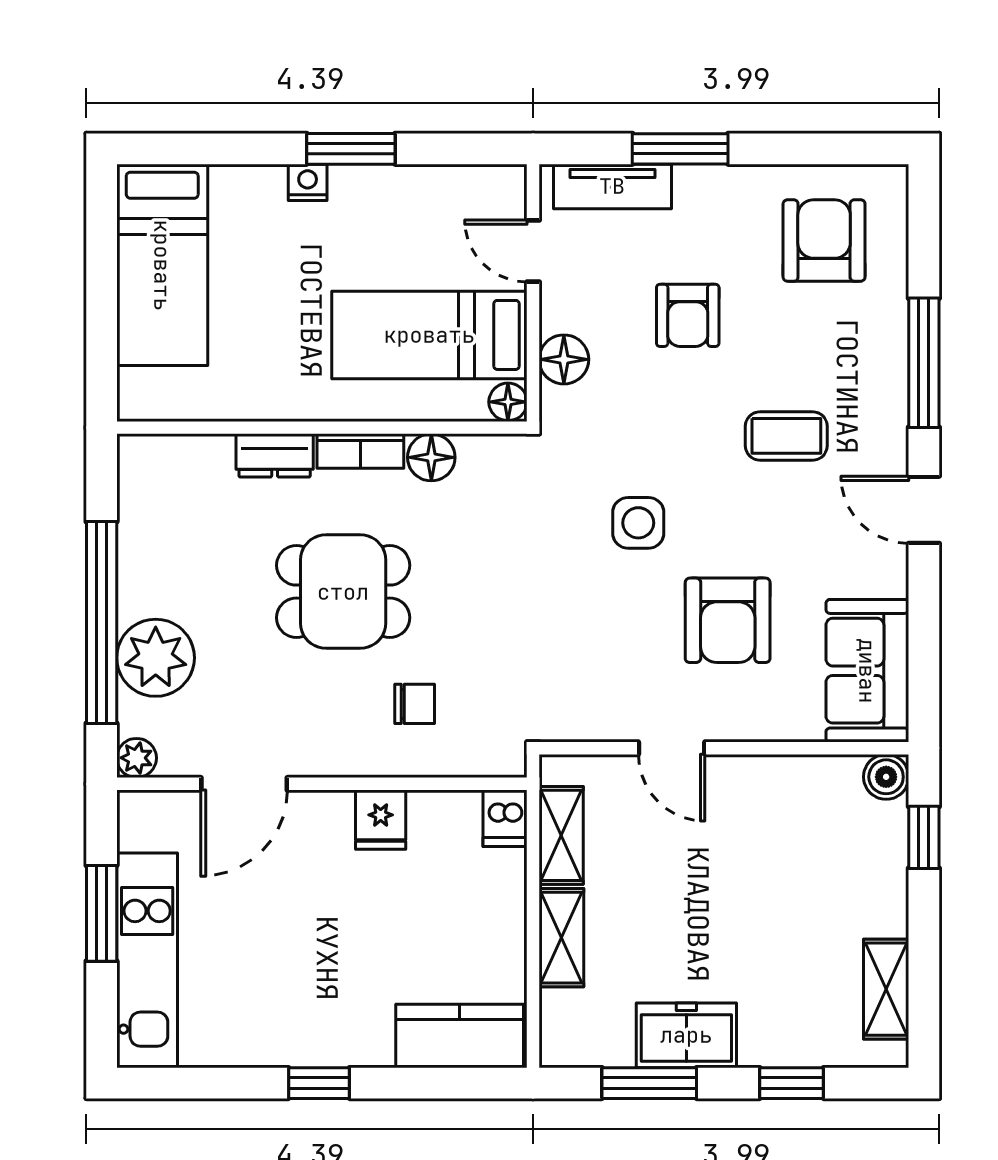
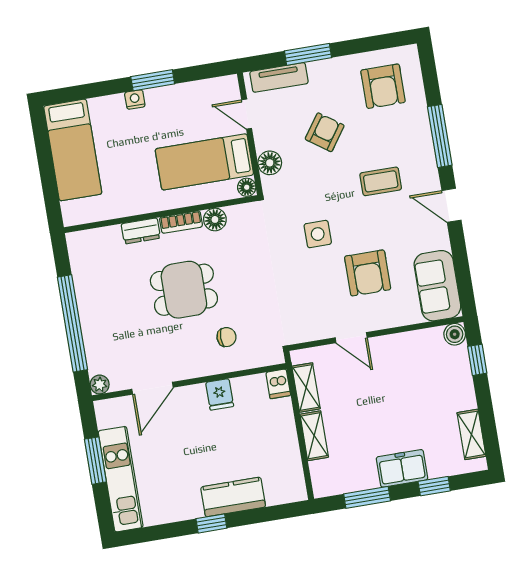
armchair: (824, 240) -> (383, 86), turned 180
armchair: (688, 315) -> (325, 132), turned -145
plant: (156, 658) -> (101, 336), removed
freezer: (686, 1035) -> (402, 468), moved
kitchen counter: (460, 1036) -> (233, 497), moved

